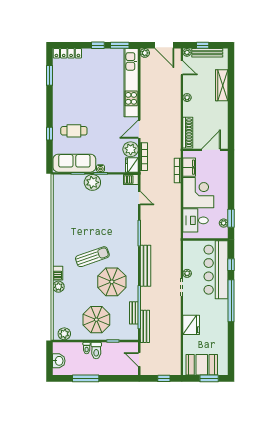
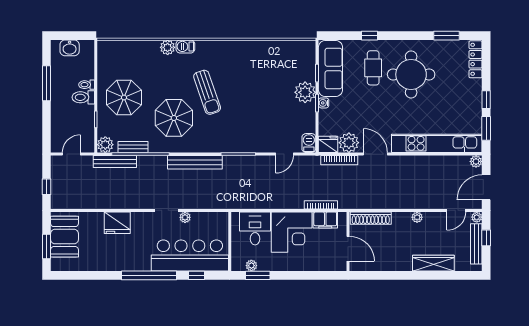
round table: (79, 102) -> (411, 74), added
plant: (64, 334) -> (105, 145), moved

